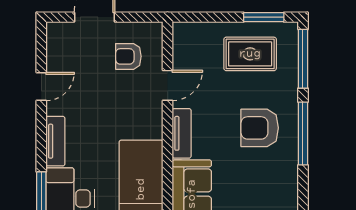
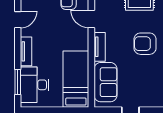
door: (168, 85) -> (91, 19), swing flipped

